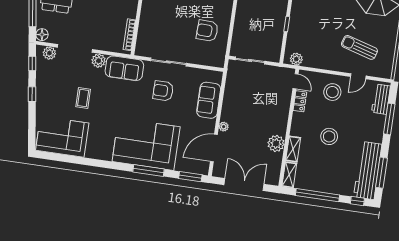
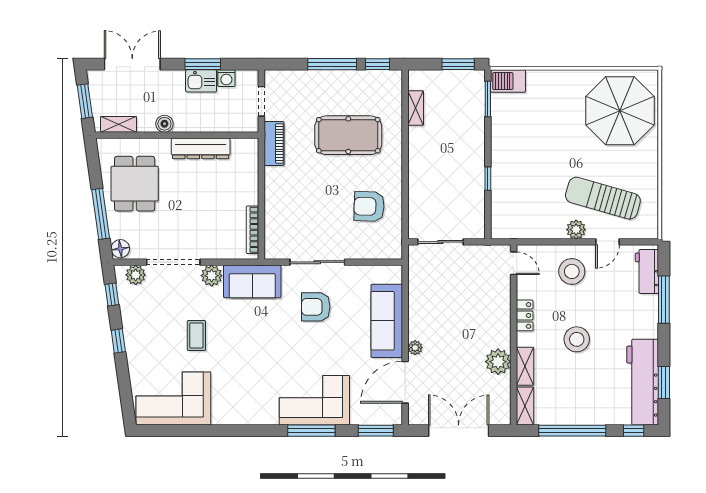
sun lounger: (359, 47) -> (603, 198), width x1.36, depth x1.34
plant: (296, 59) -> (576, 230), moved
sofa: (209, 100) -> (387, 321), width x1.36
locker: (300, 101) -> (525, 315), moved
corner sofa: (146, 144) -> (314, 400), width x0.73, depth x0.74
window: (381, 173) -> (664, 383), width x0.69

